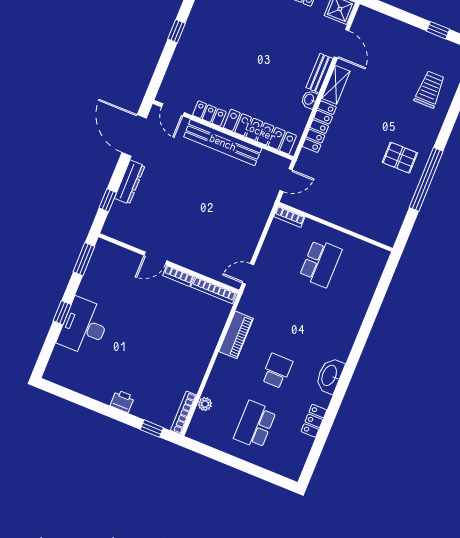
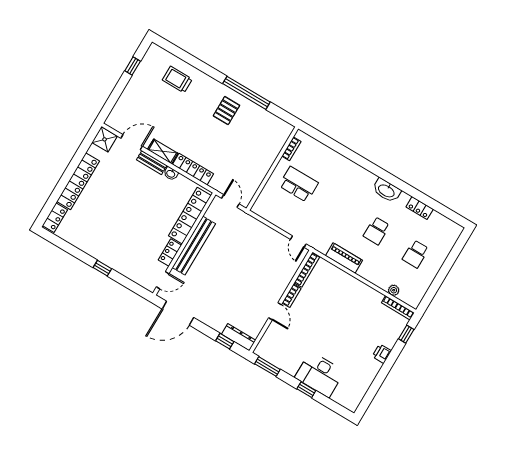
dresser: (130, 182) -> (239, 337), moved
bookcase: (289, 217) -> (291, 149), moved
school desk: (277, 371) -> (377, 231), turned -90
school desk: (255, 425) -> (416, 254), width x0.54

